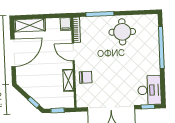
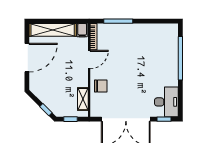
shelving: (30, 25) -> (53, 30), width x1.47
round table: (122, 32) -> (141, 41), removed
door: (73, 52) -> (89, 59), swing flipped
shelving: (68, 80) -> (83, 99), moved

